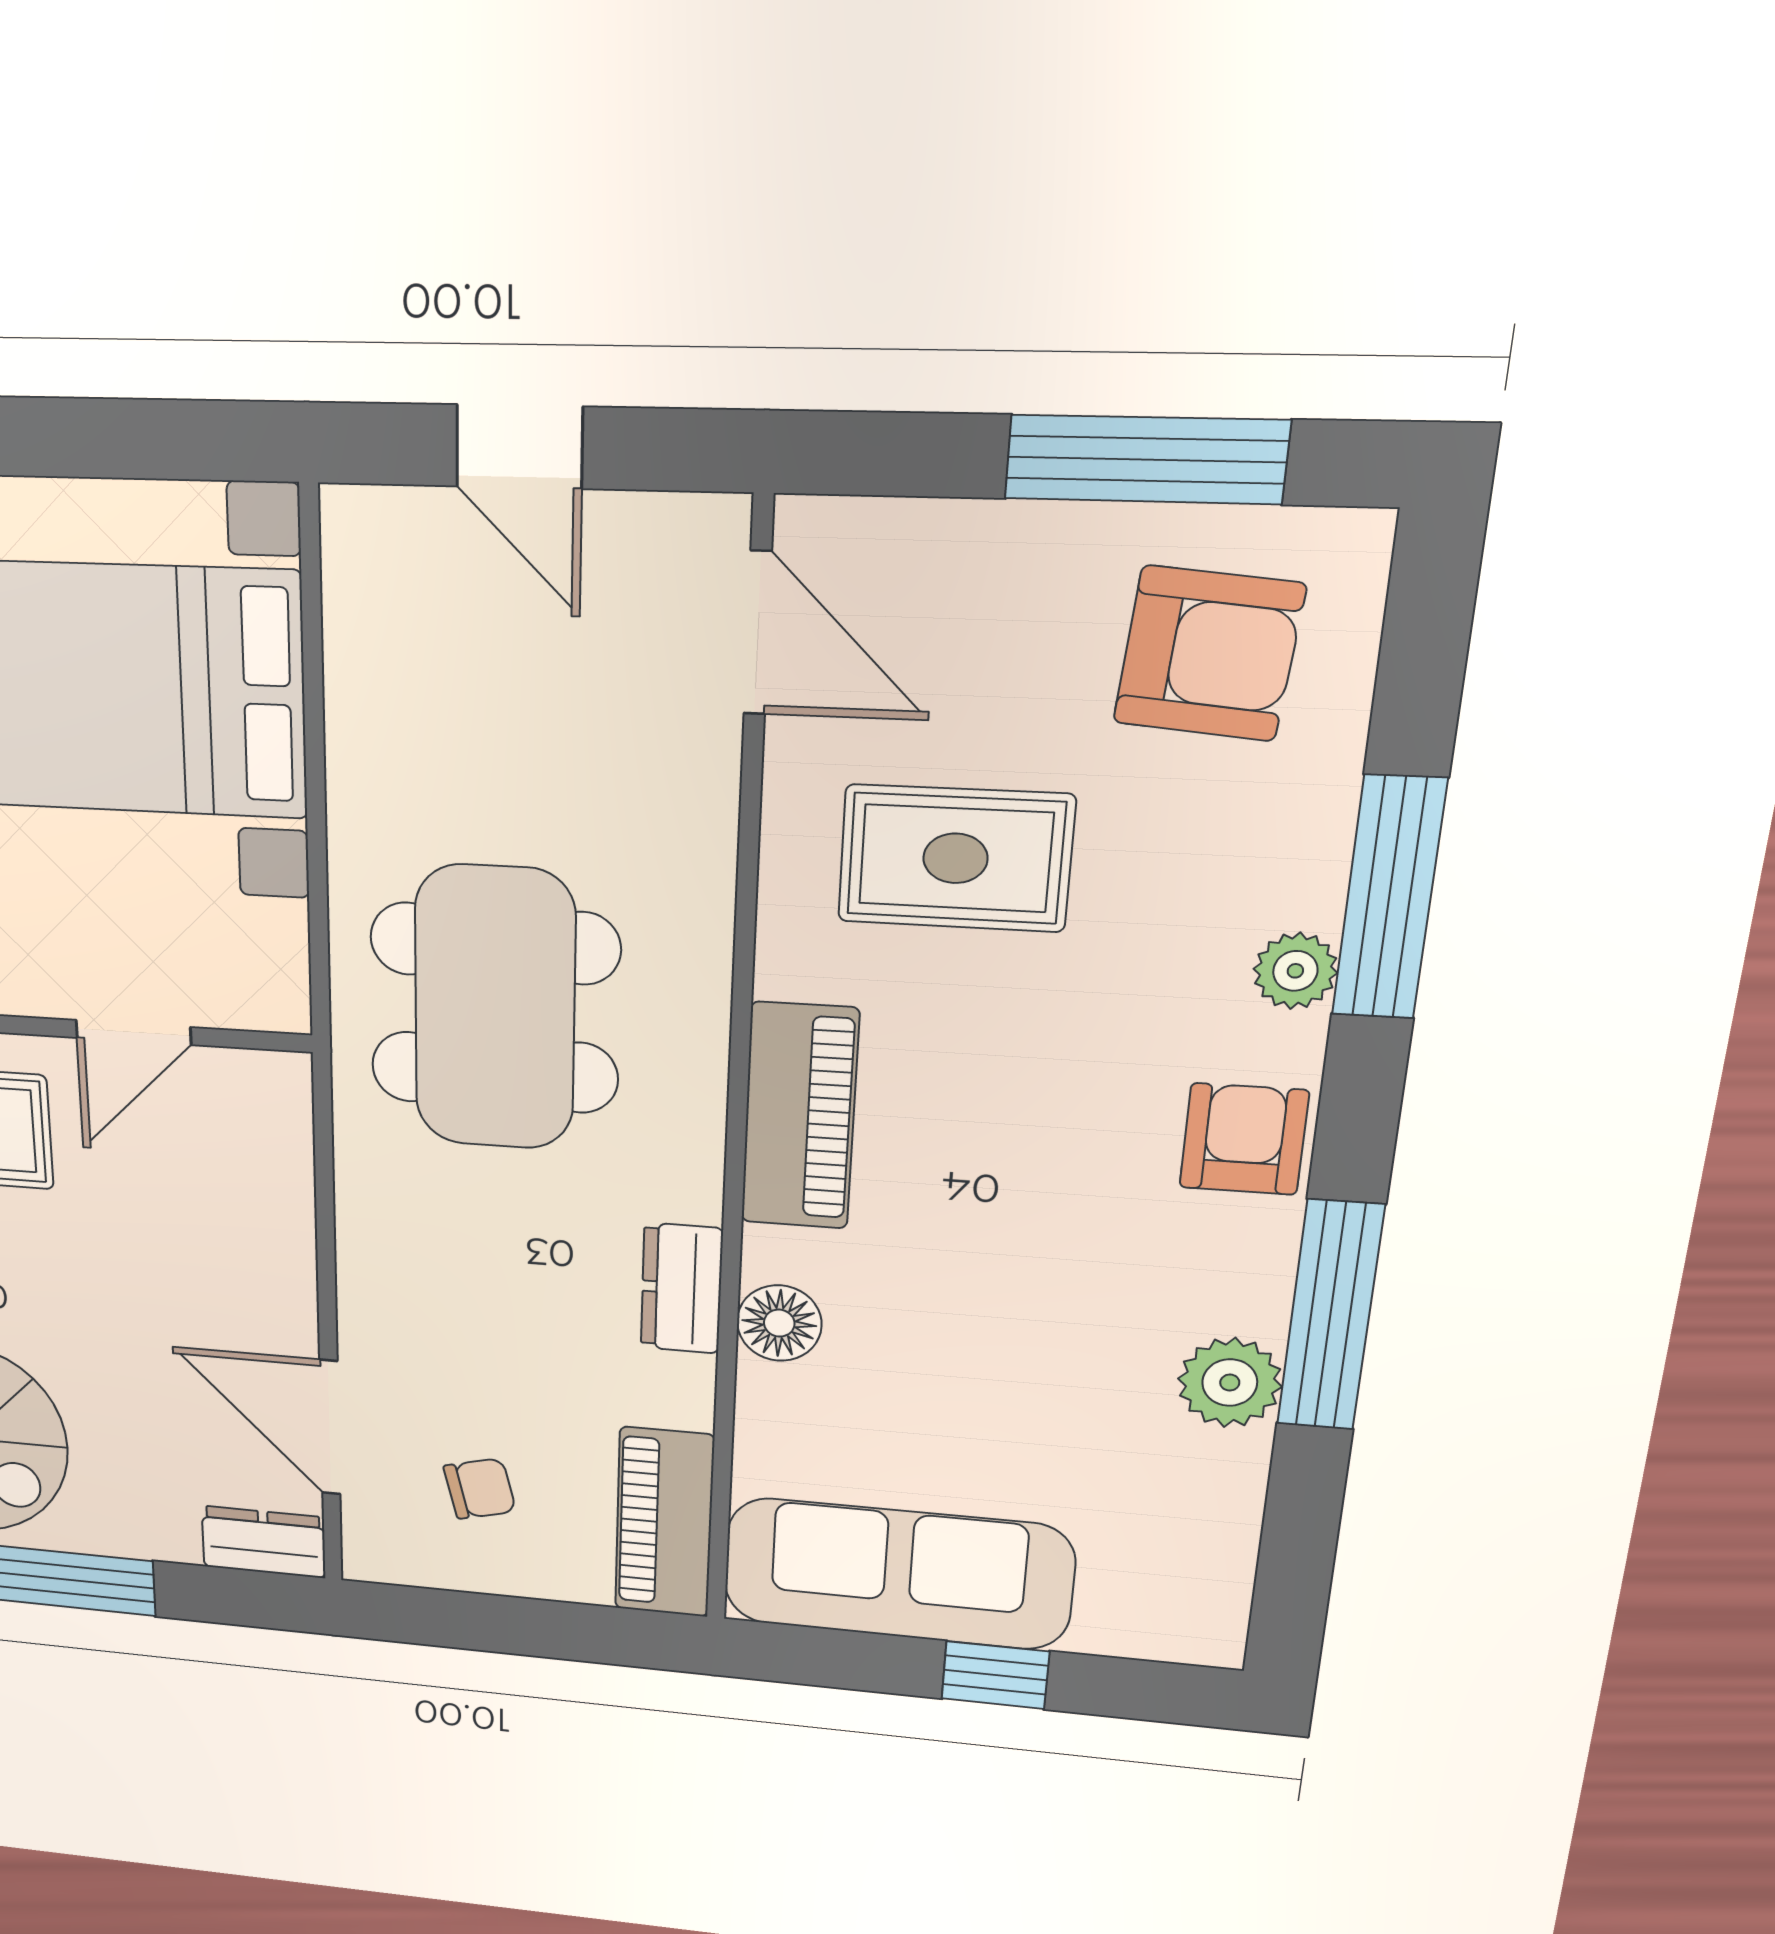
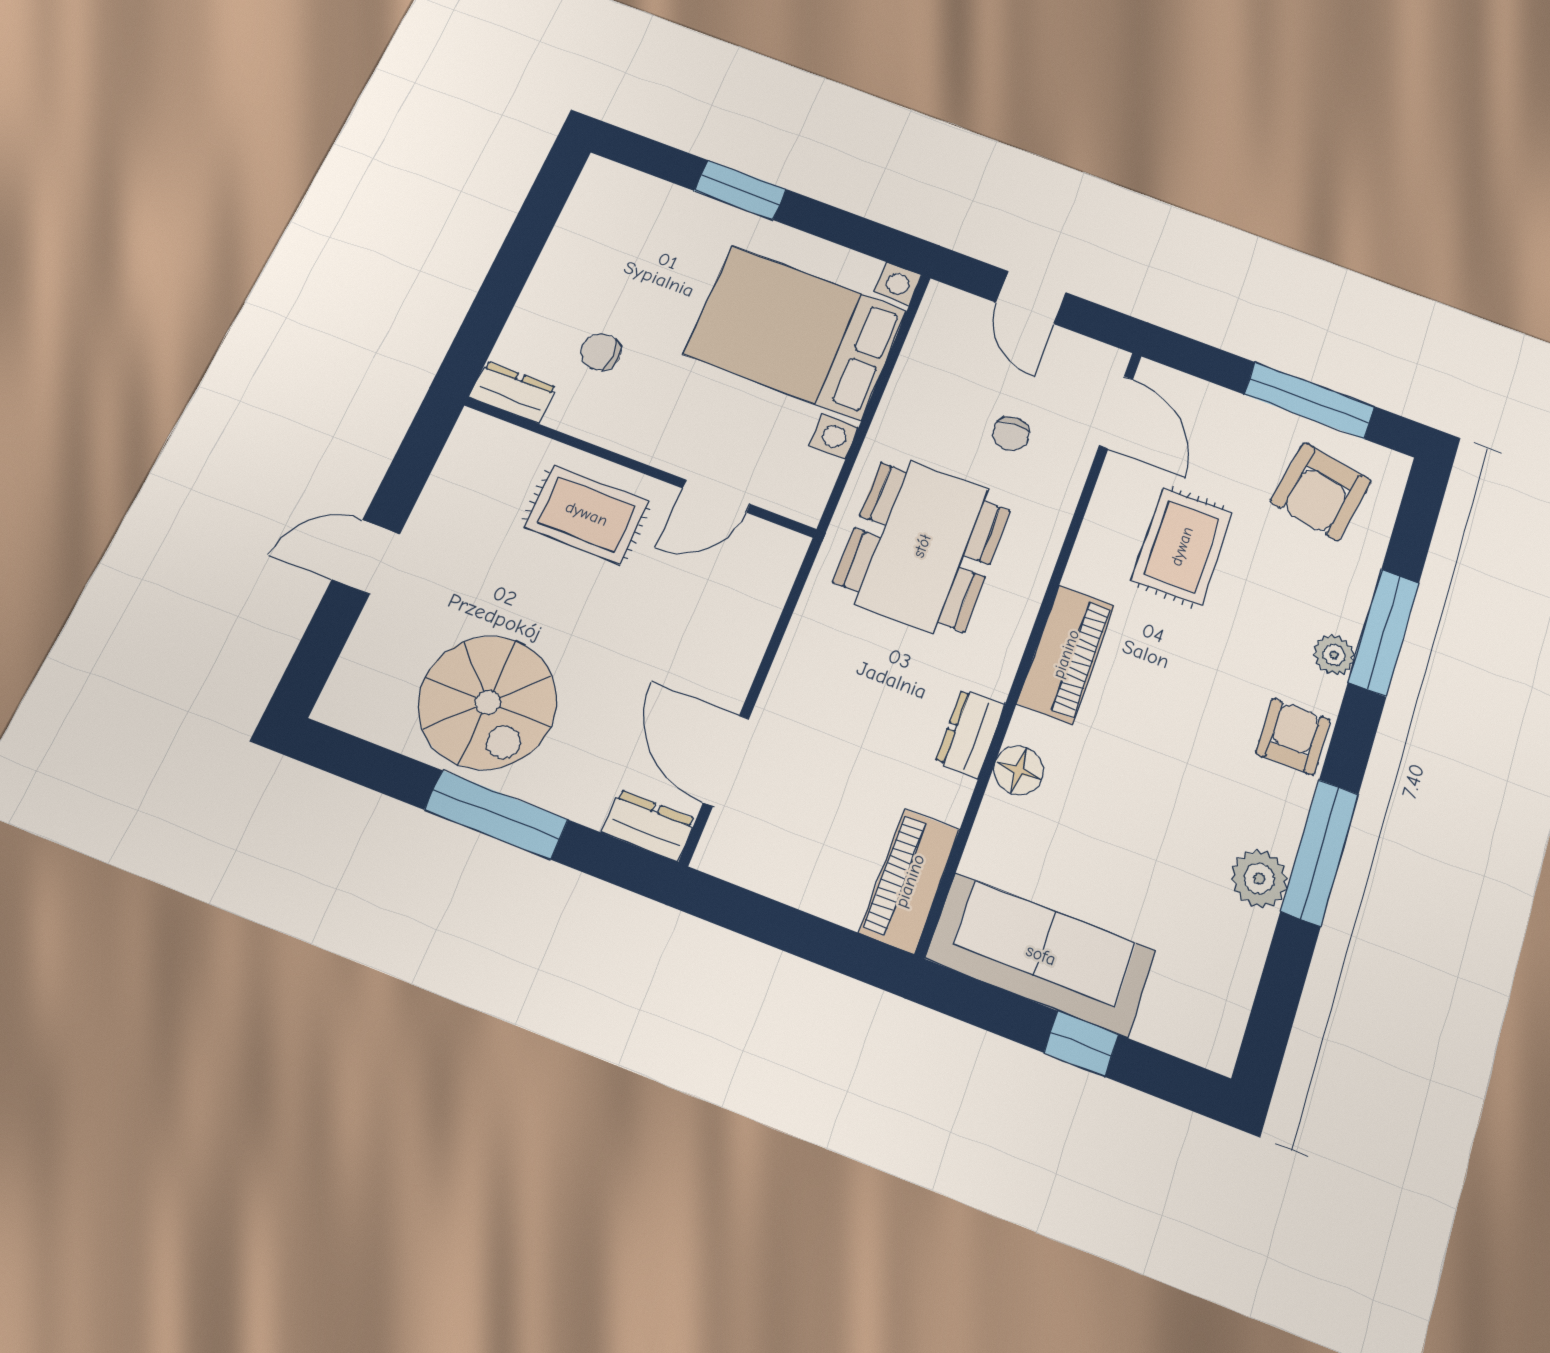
armchair: (1209, 654) -> (1321, 492), turned 96
rug: (955, 858) -> (1182, 546), turned 90
chair: (480, 1489) -> (1011, 434), moved, turned 104

